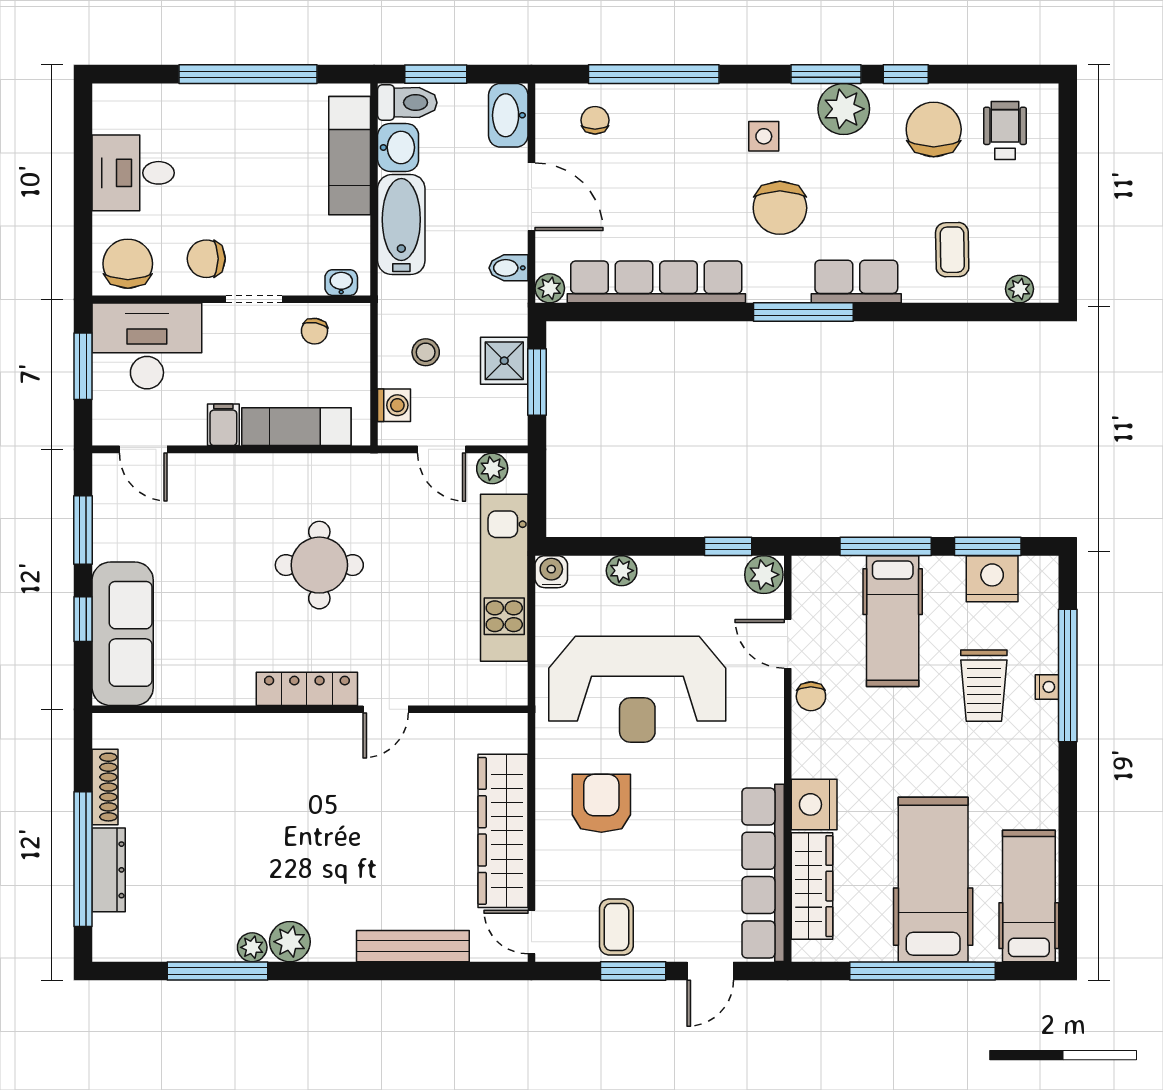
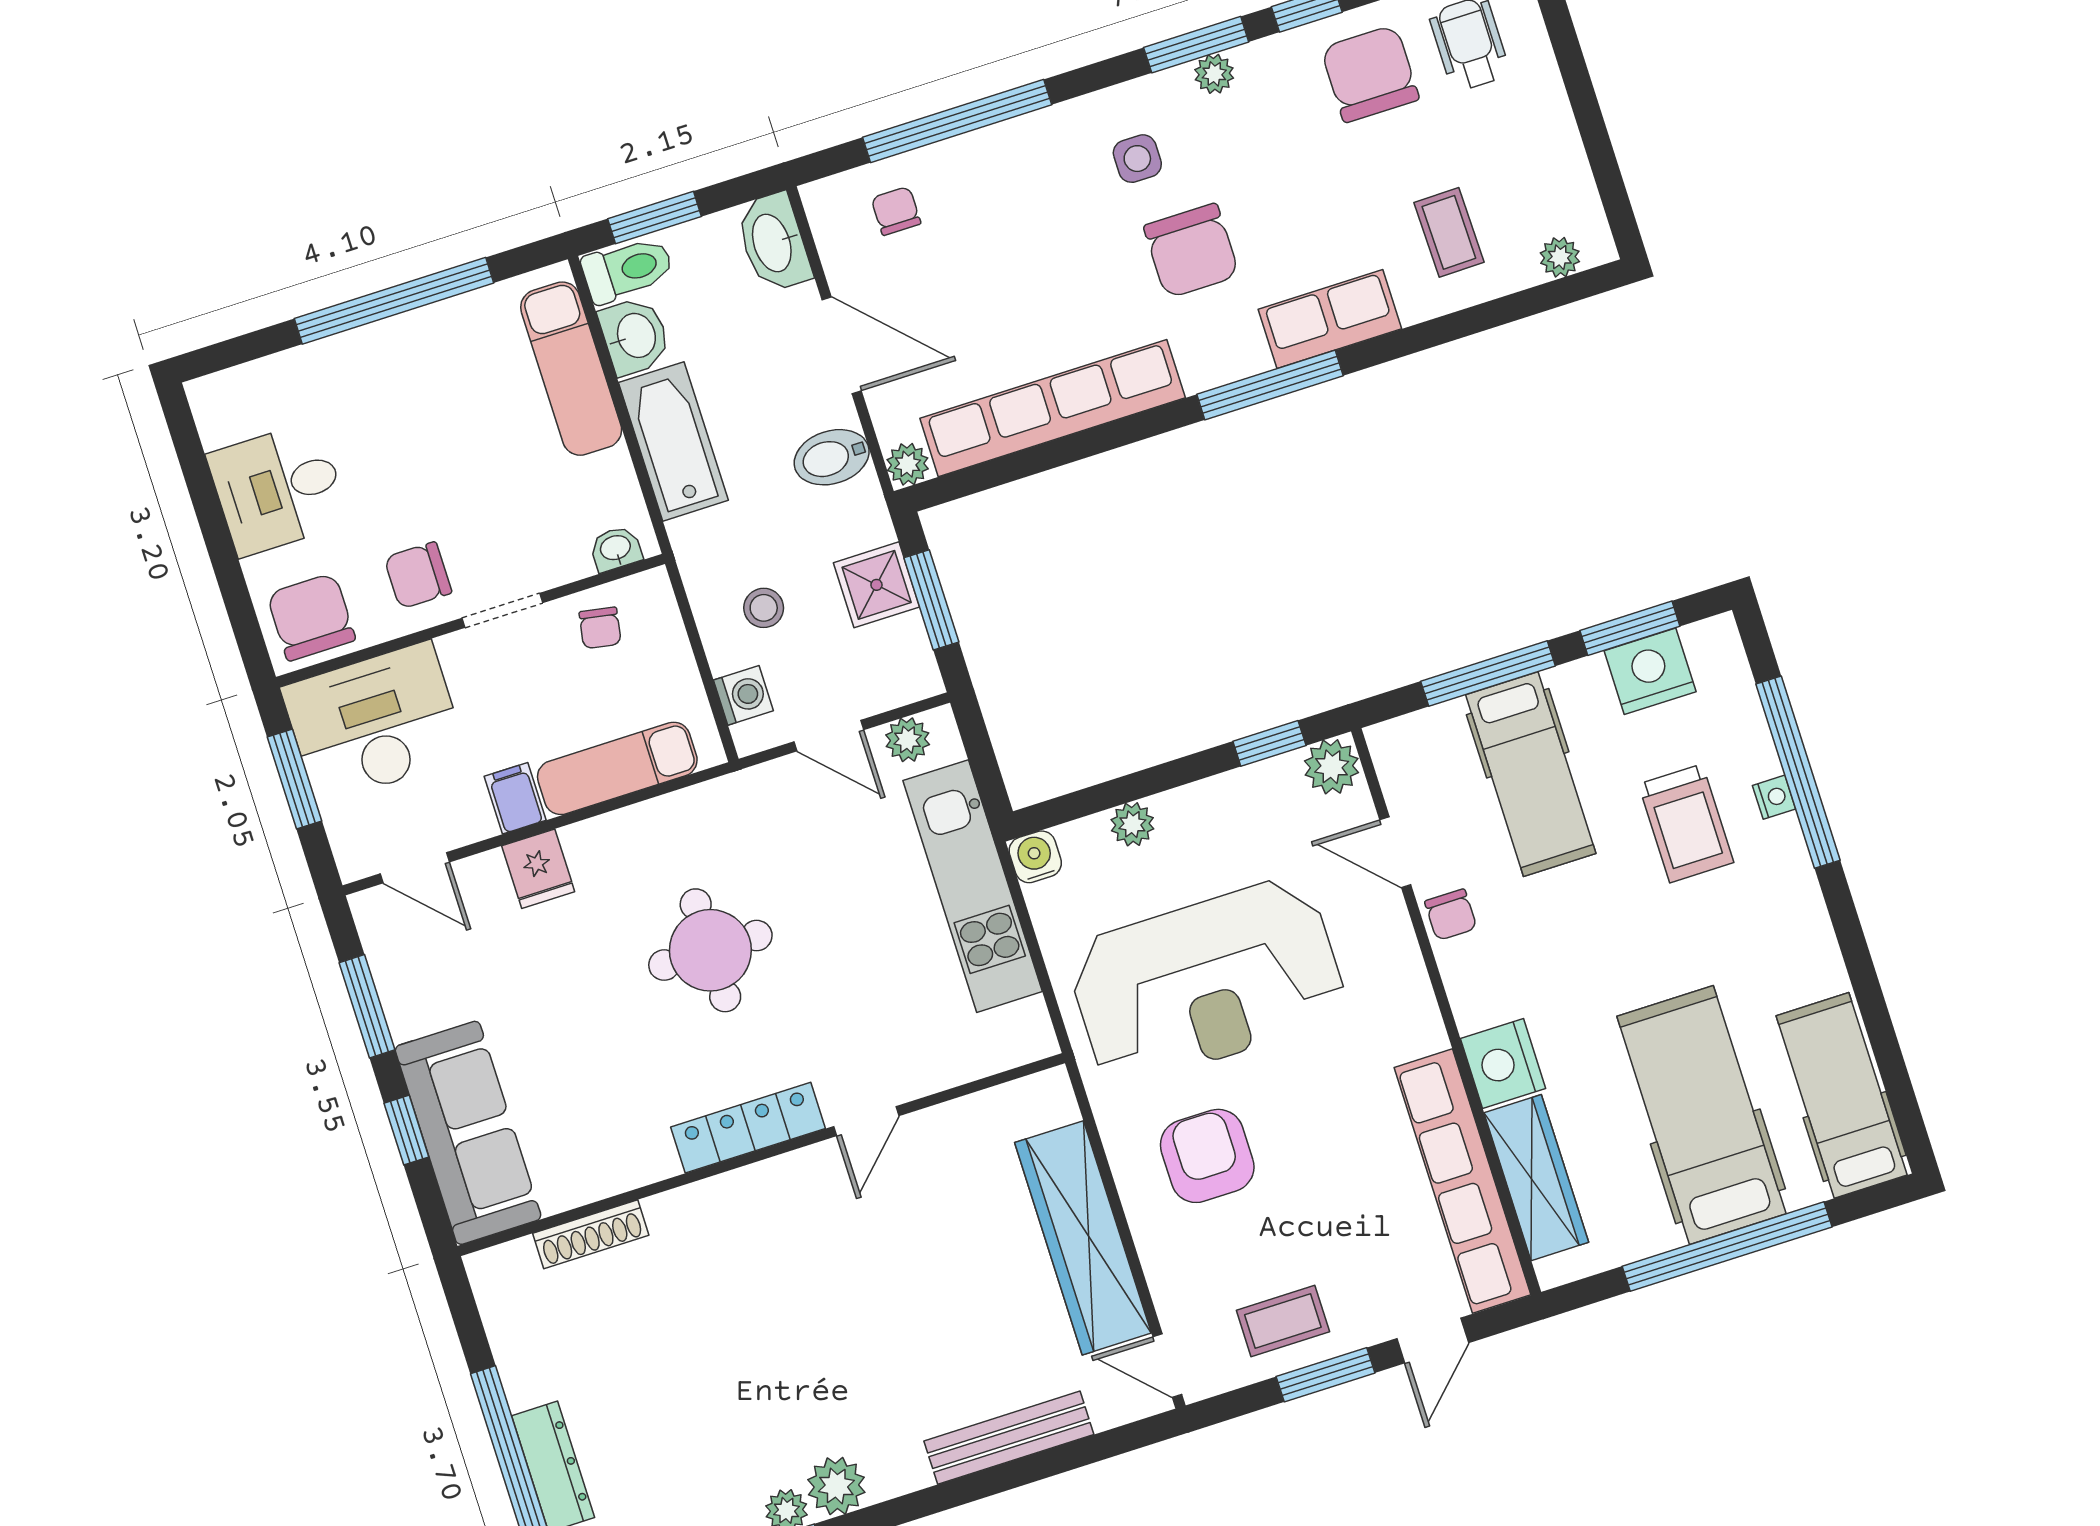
plant: (844, 109) -> (1214, 74), width x0.53, depth x0.53
bidet: (508, 268) -> (832, 457), width x1.38, depth x1.36
fridge: (224, 476) -> (538, 869), added
shoe rack: (105, 787) -> (591, 1234), moved, turned 90
coffee table: (616, 927) -> (1283, 1321), turned 90

